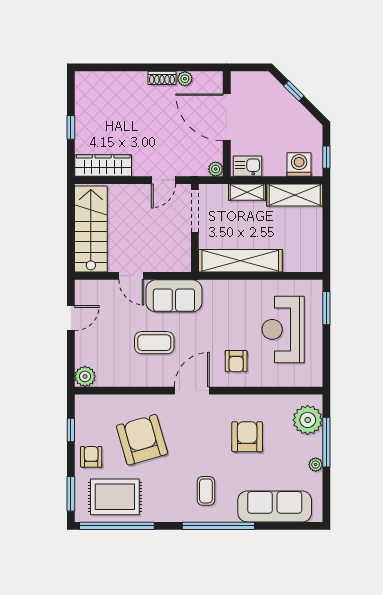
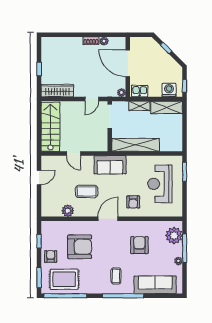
sofa: (174, 296) -> (110, 165), moved
plant: (85, 376) -> (68, 211), moved
armchair: (142, 440) -> (80, 247), turned 106

